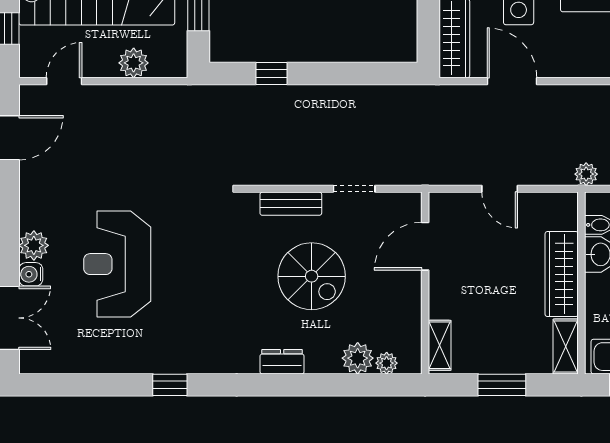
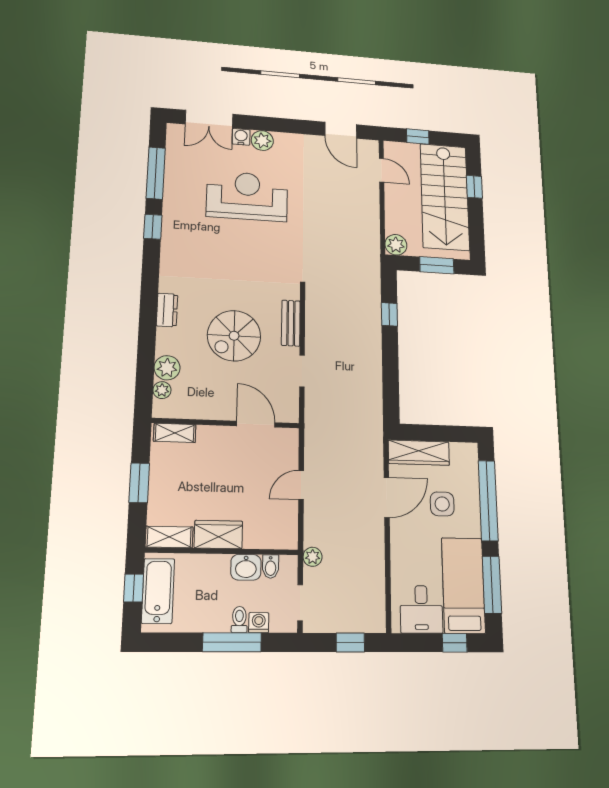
plant: (134, 63) -> (396, 245), moved
wardrobe: (562, 274) -> (218, 534), width x0.67
window: (94, 385) -> (156, 173), added

